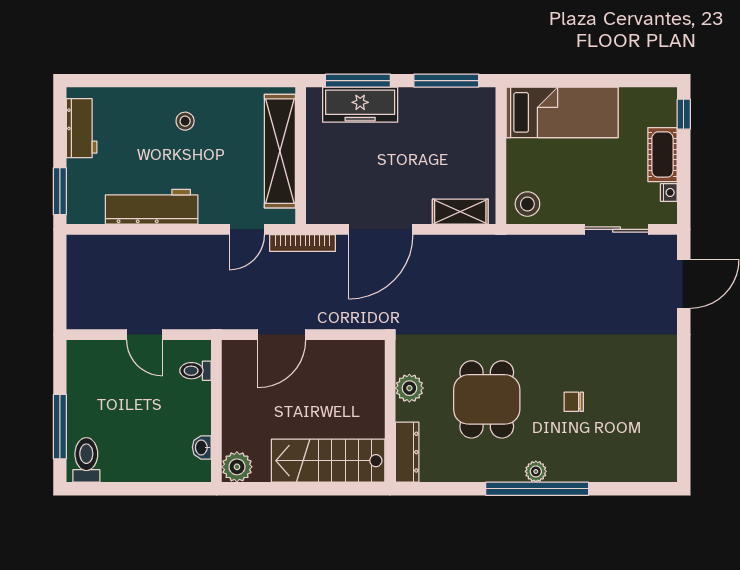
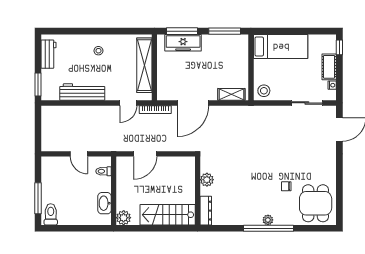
dining table: (487, 399) -> (316, 203), moved
washbasin: (202, 447) -> (105, 203), width x1.91, depth x1.45

